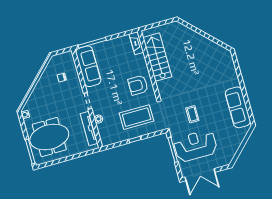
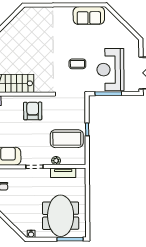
armchair: (138, 85) -> (33, 111), turned 180
sofa: (238, 107) -> (89, 16), width x0.73
coffee table: (137, 117) -> (67, 139), moved, turned 90
tv unit: (89, 129) -> (63, 173), width x0.71

